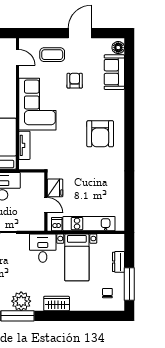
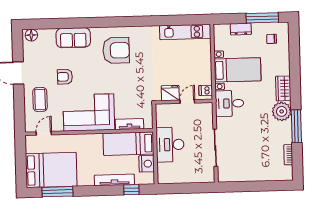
sofa: (114, 72) -> (73, 38), moved
kitchen unit: (89, 224) -> (185, 32), moved, turned -90
plant: (21, 301) -> (282, 111), moved

